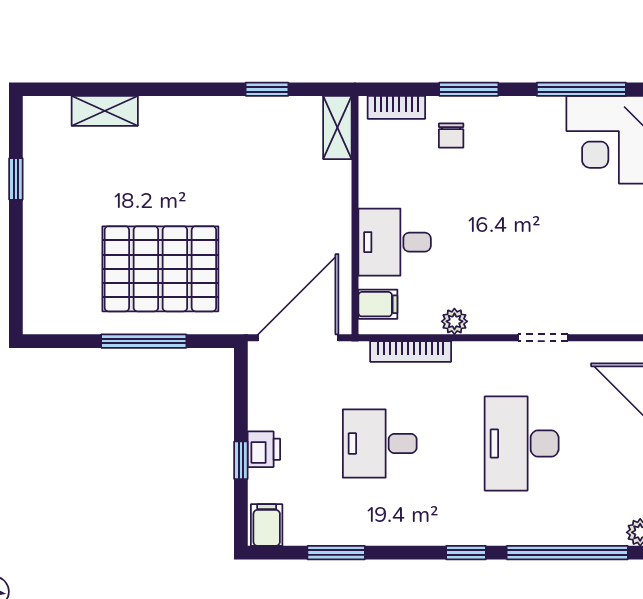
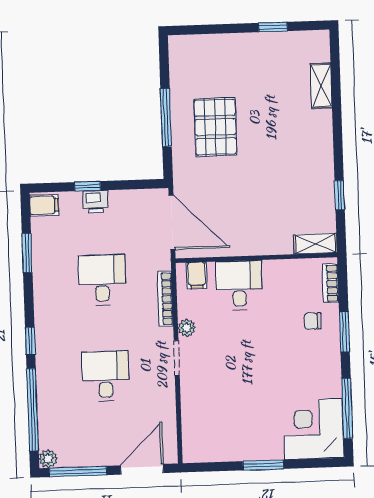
pallet: (160, 269) -> (215, 127), width x0.73, depth x0.71
doorway: (543, 338) -> (177, 358), moved
desk: (522, 443) -> (106, 376), width x0.73

